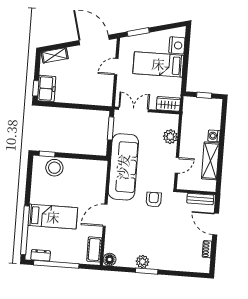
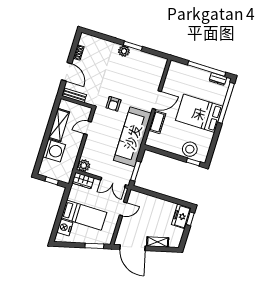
shelving: (55, 55) -> (158, 242), moved
door: (116, 67) -> (123, 209), moved
washing machine: (214, 136) -> (54, 151), width x1.89, depth x1.89
plant: (170, 137) -> (84, 166), moved
bed: (53, 217) -> (199, 113), width x1.50
cot: (94, 249) -> (157, 122), moved
floor lamp: (110, 259) -> (161, 62), removed
plant: (142, 262) -> (124, 51), moved

